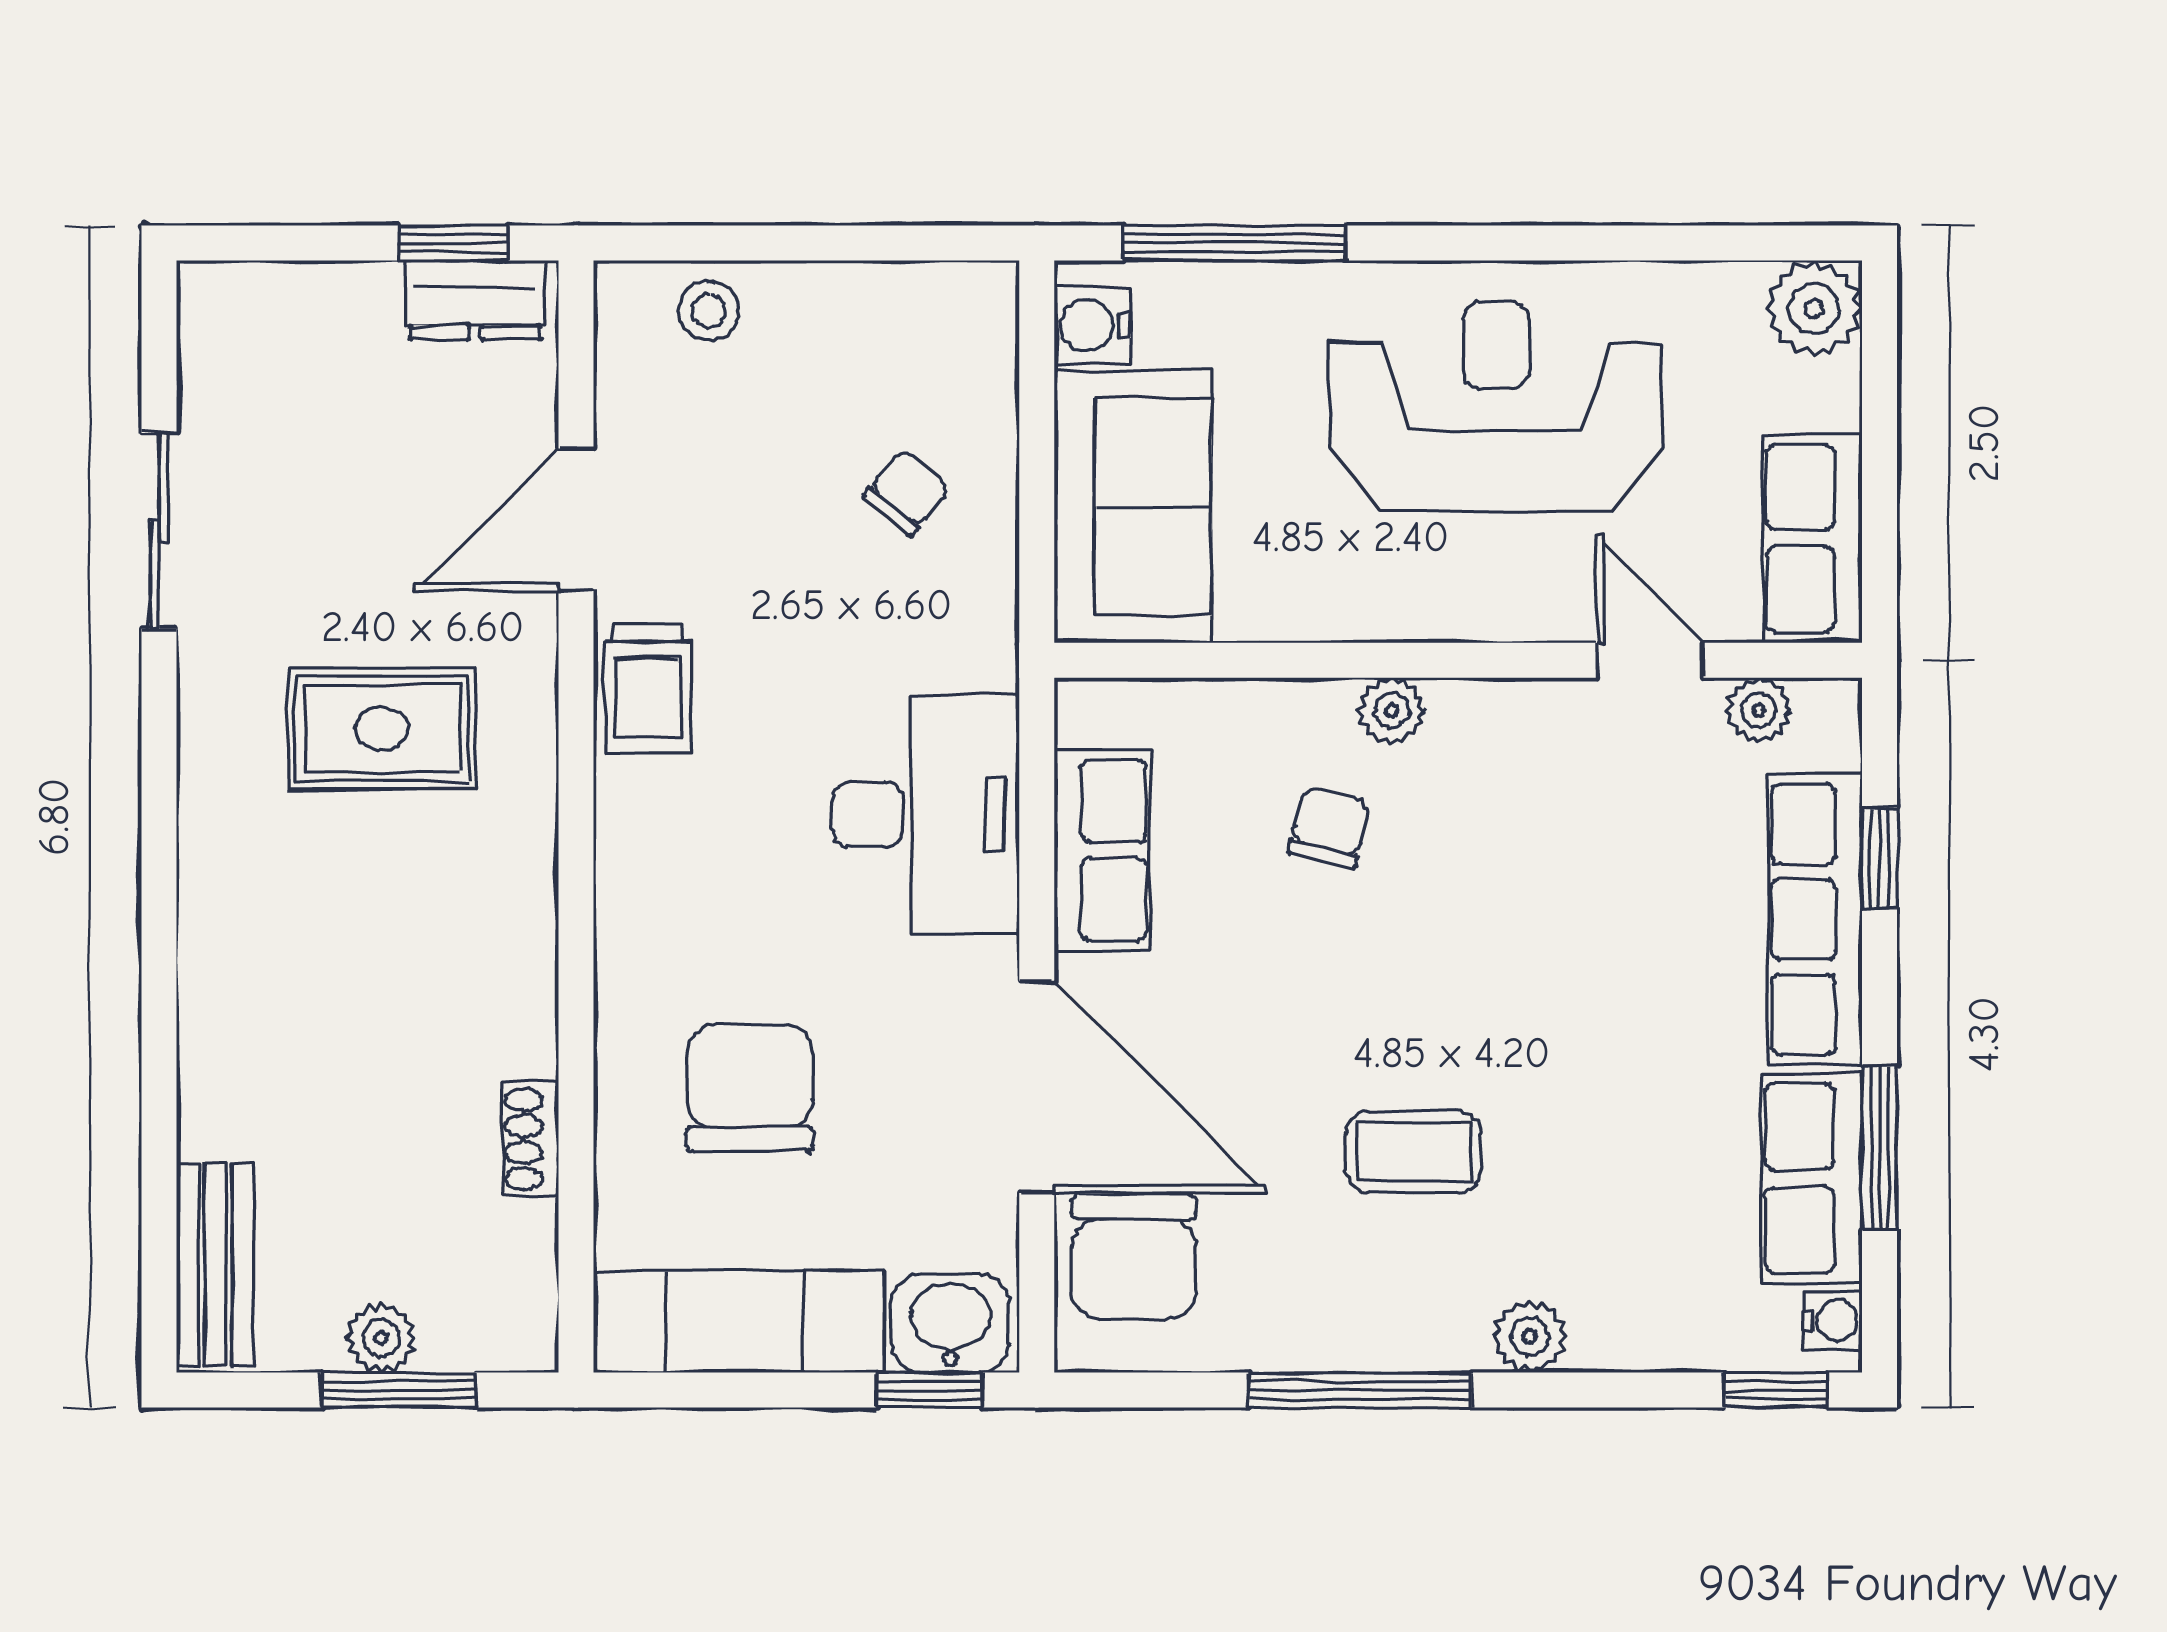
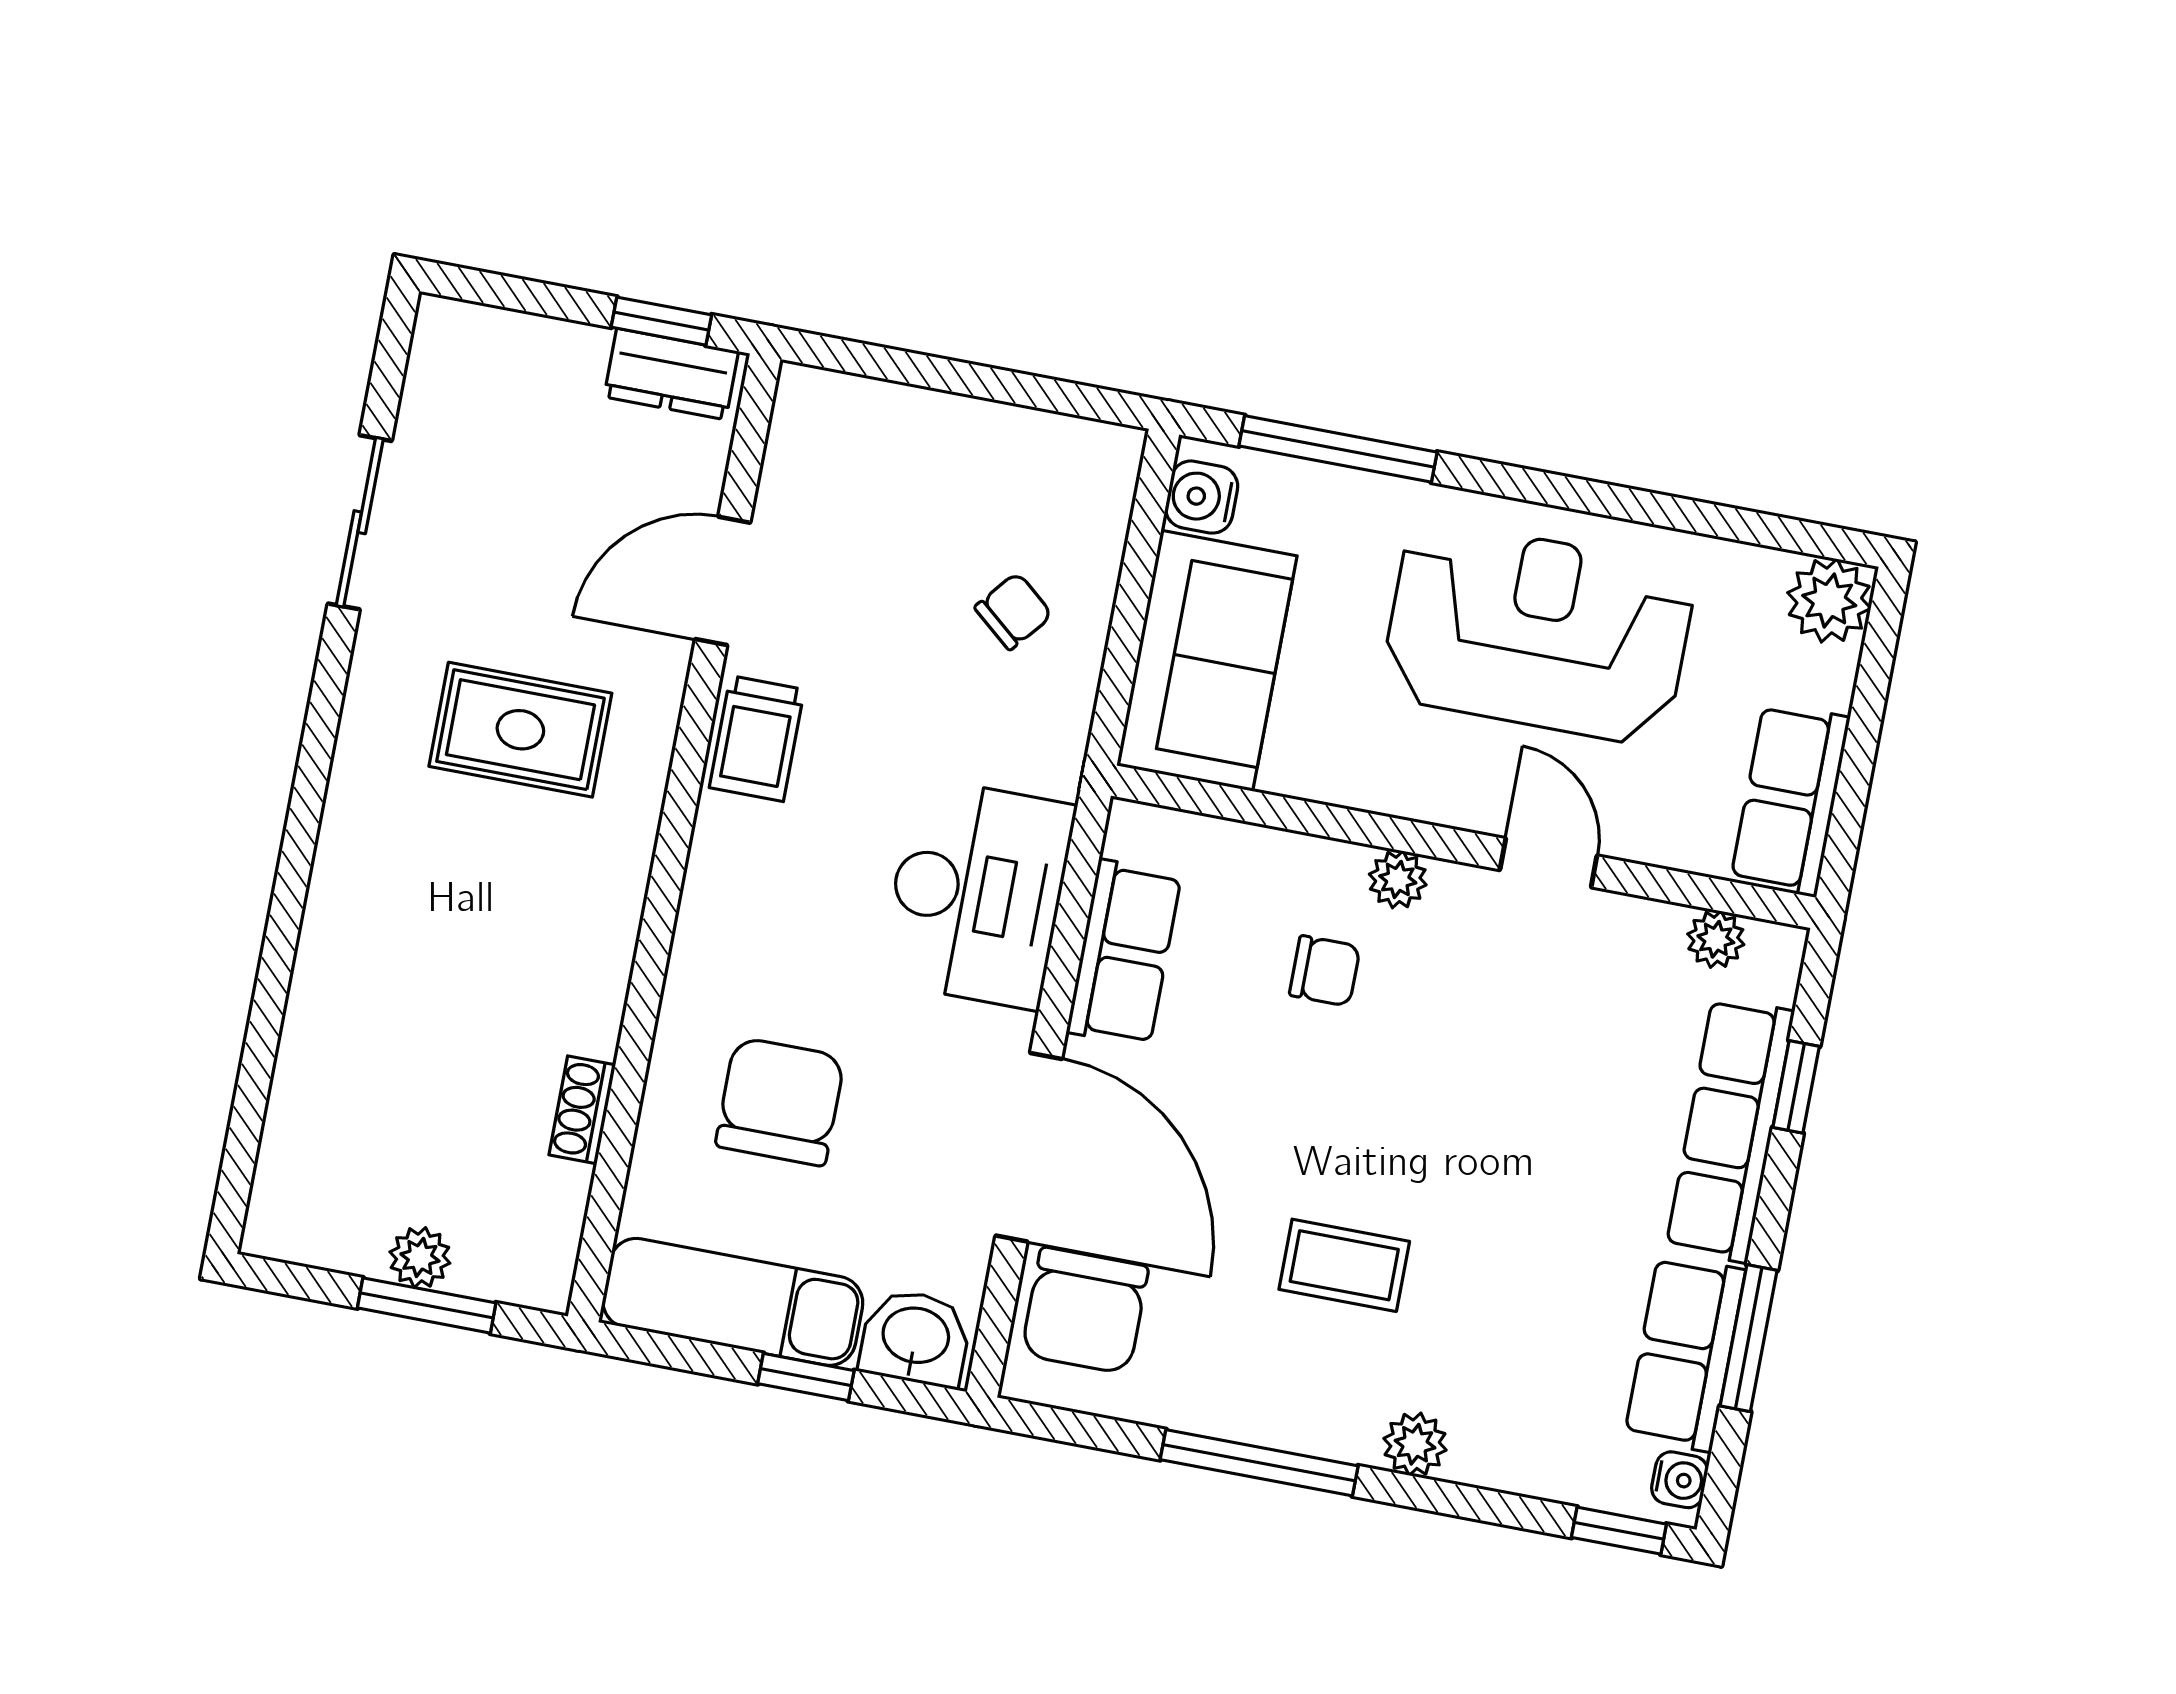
stool: (709, 311) -> (872, 421), removed
door: (1650, 660) -> (1548, 863), moved
chair: (1329, 828) -> (1325, 971), turned 76
bench: (215, 1265) -> (288, 1167), removed
window: (929, 1390) -> (806, 1377), moved

